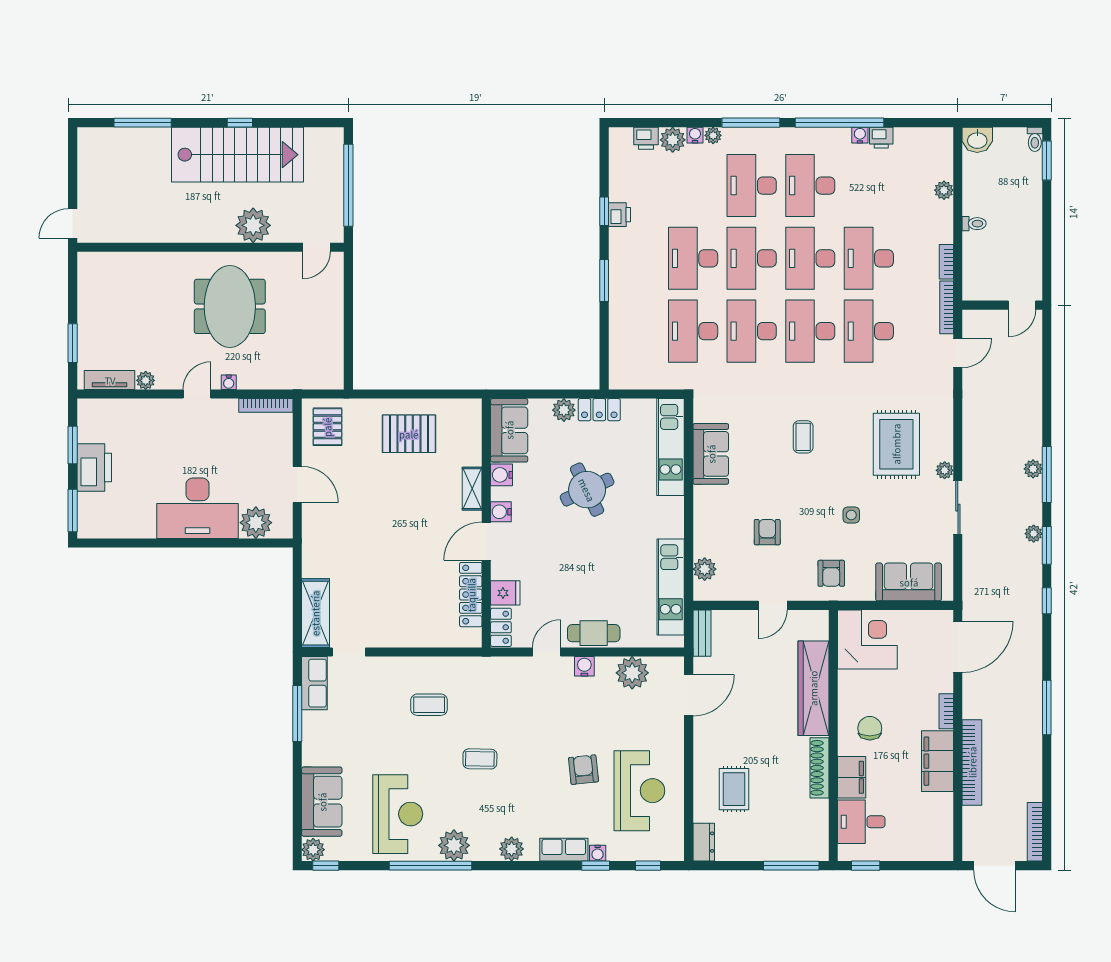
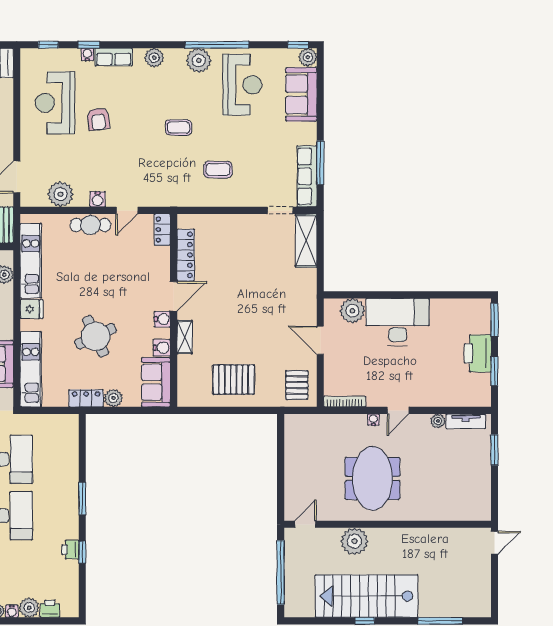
fridge: (505, 593) -> (32, 309), moved, turned 180
row of seats: (314, 683) -> (307, 176), width x1.48
reception desk: (398, 814) -> (242, 85), turned 180

